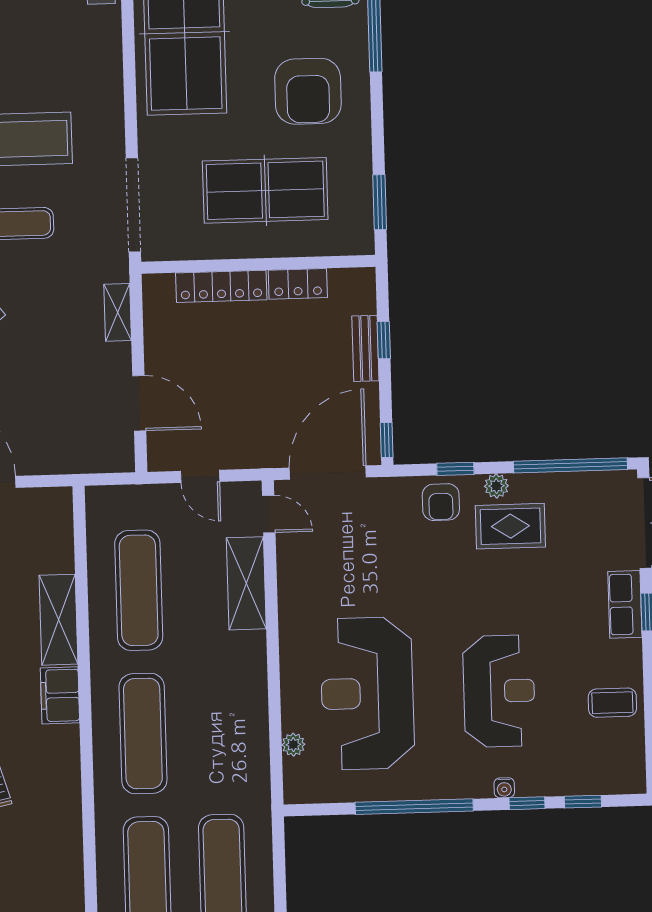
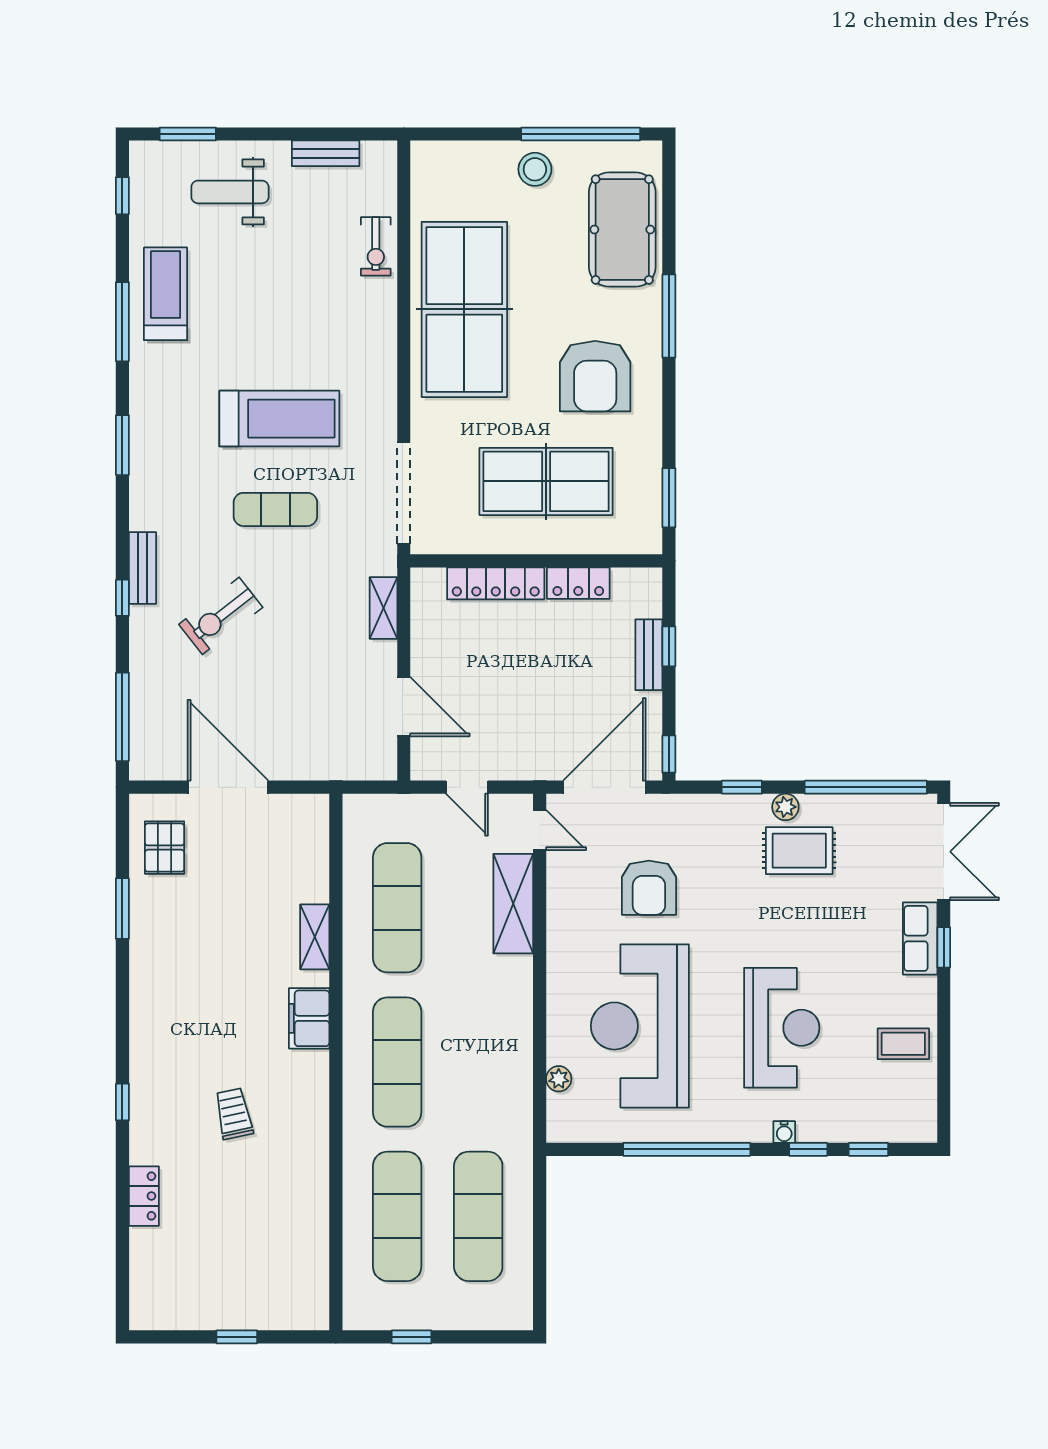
armchair: (441, 502) -> (649, 888), moved, width x1.38, depth x1.38
shelving: (59, 620) -> (315, 937), width x0.67, depth x0.75

